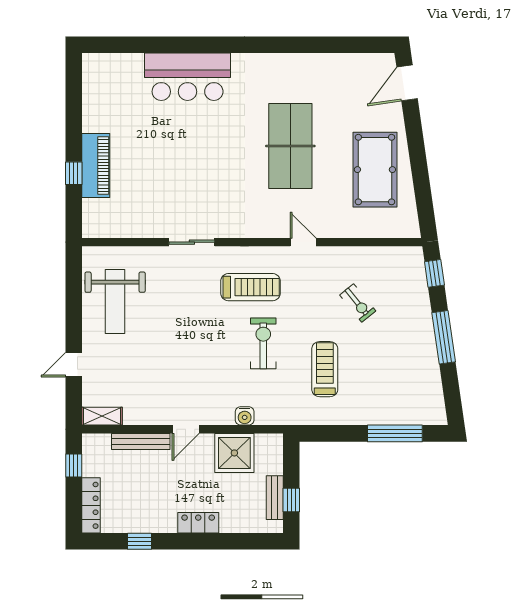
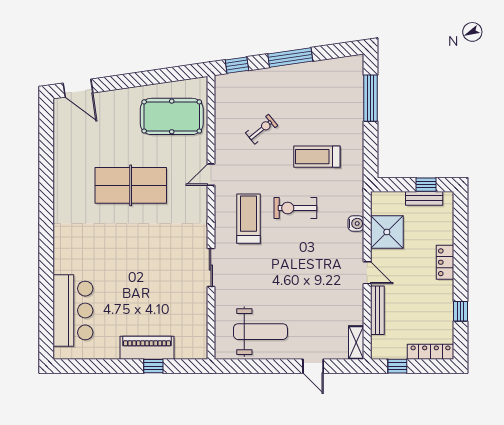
bar counter: (188, 77) -> (73, 310), moved
pool table: (375, 170) -> (172, 116), moved

